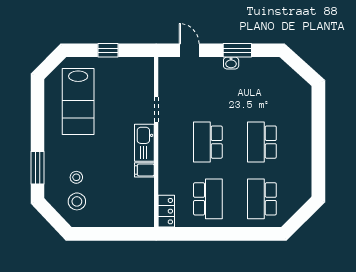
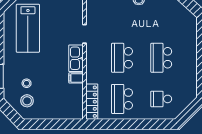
school desk: (208, 199) -> (122, 99), turned 180
school desk: (262, 199) -> (161, 99), width x0.54
locker: (166, 211) -> (92, 102), width x1.53

